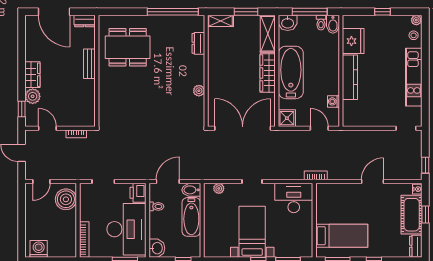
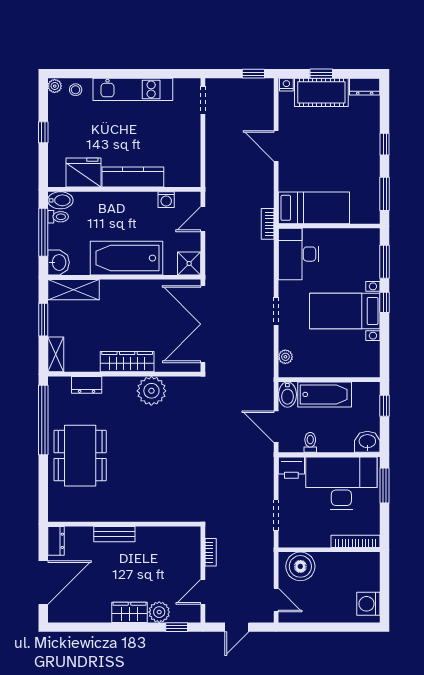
dining table: (128, 47) -> (80, 456), moved
wardrobe: (268, 73) -> (127, 362), moved, turned 180
plant: (199, 91) -> (151, 391), width x1.88, depth x1.88
bed: (342, 236) -> (314, 208), moved, turned 90

